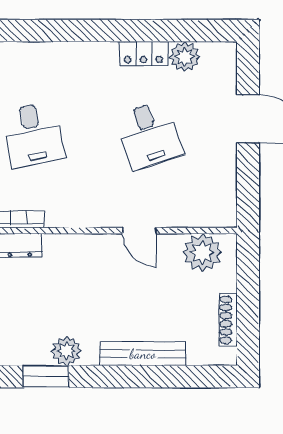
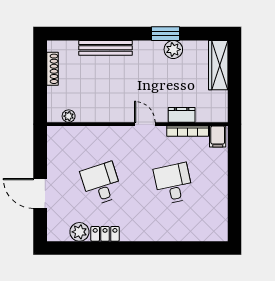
door: (139, 231) -> (145, 124), moved
plant: (202, 253) -> (69, 116), width x0.53, depth x0.53
plant: (66, 351) -> (173, 49), moved

